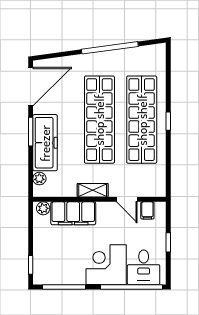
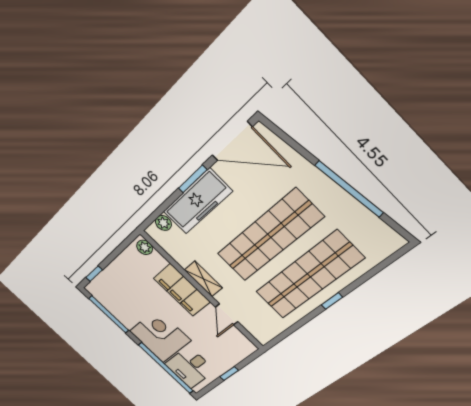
filing cabinet: (147, 210) -> (236, 339), removed
filing cabinet: (73, 213) -> (182, 290), moved

